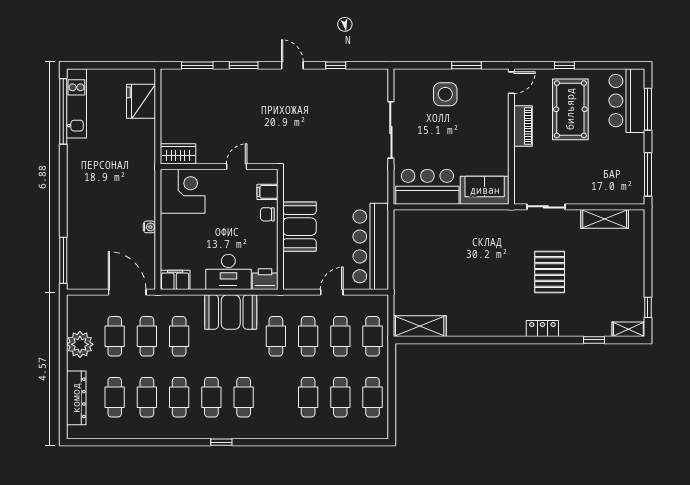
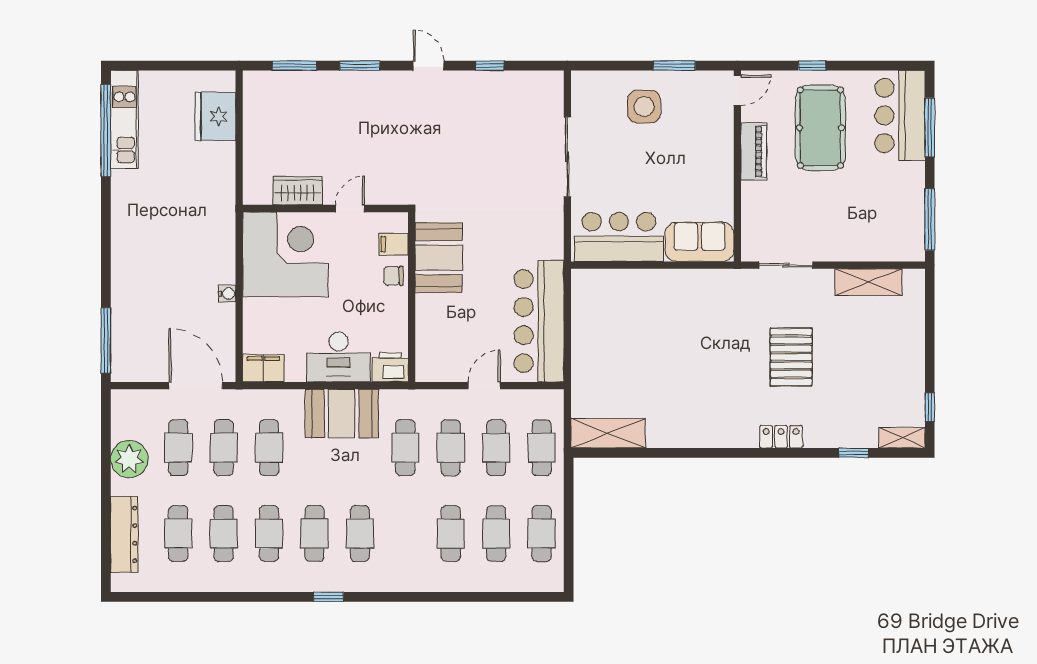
wardrobe: (178, 154) -> (298, 191), moved
corner desk: (183, 191) -> (285, 254), width x1.36, depth x1.36
booth: (299, 227) -> (439, 258), moved

